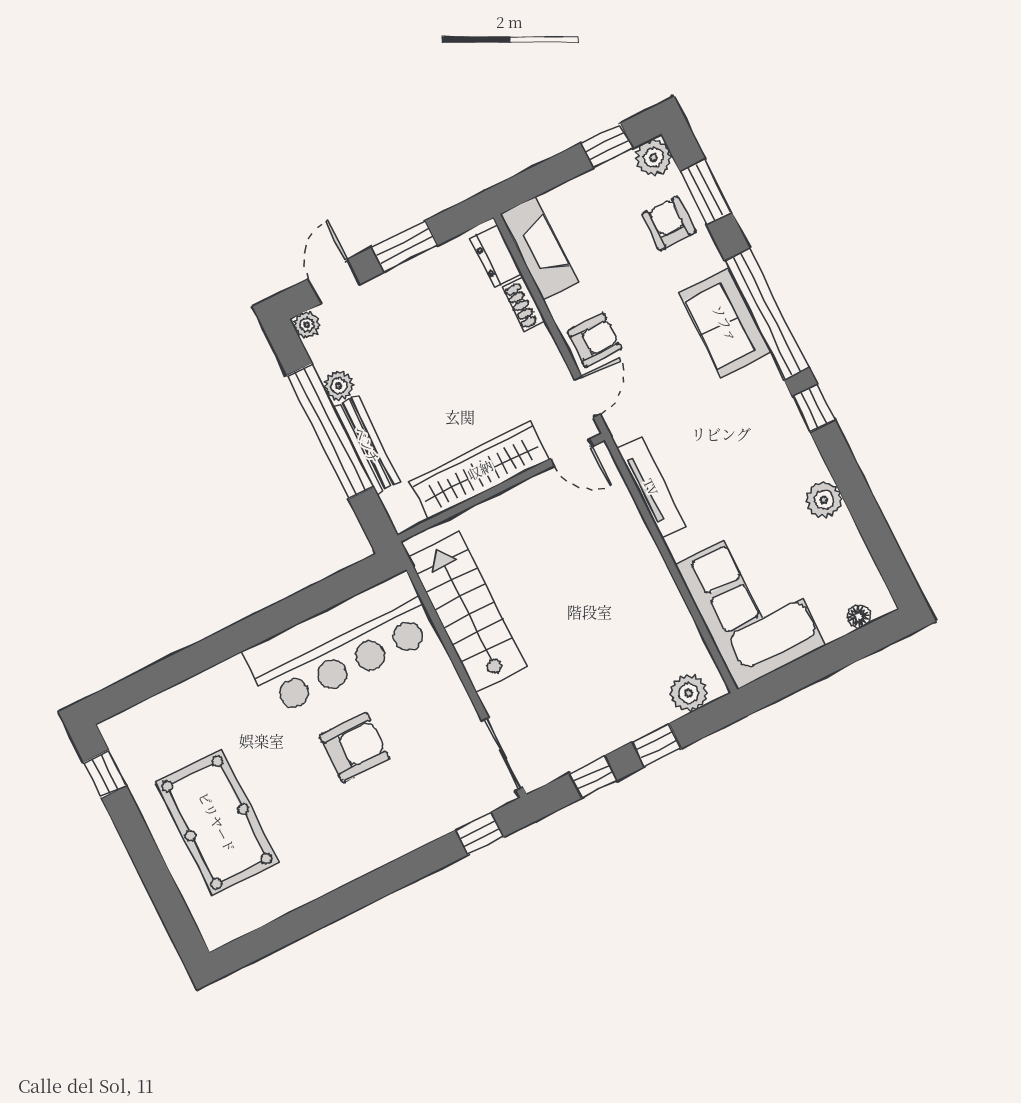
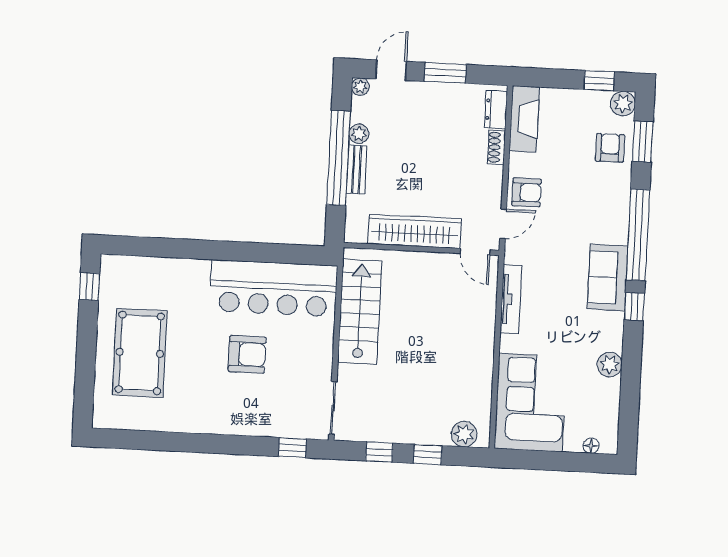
sofa: (725, 323) -> (608, 278), moved
bench: (367, 445) -> (357, 170), width x0.73

